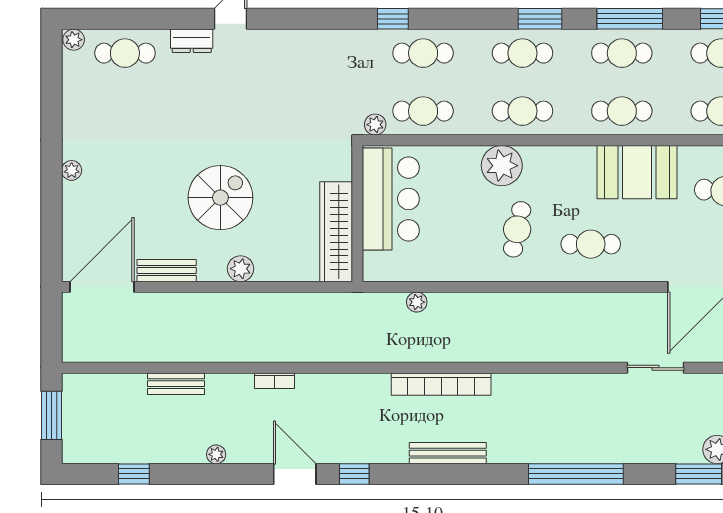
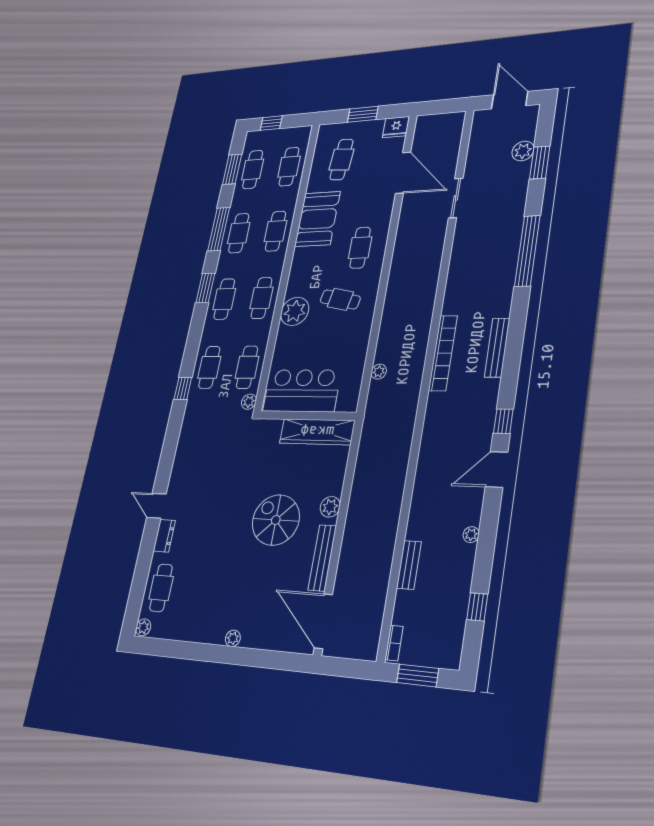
bench: (167, 271) -> (322, 558), width x1.36
bookcase: (274, 381) -> (394, 643), moved

